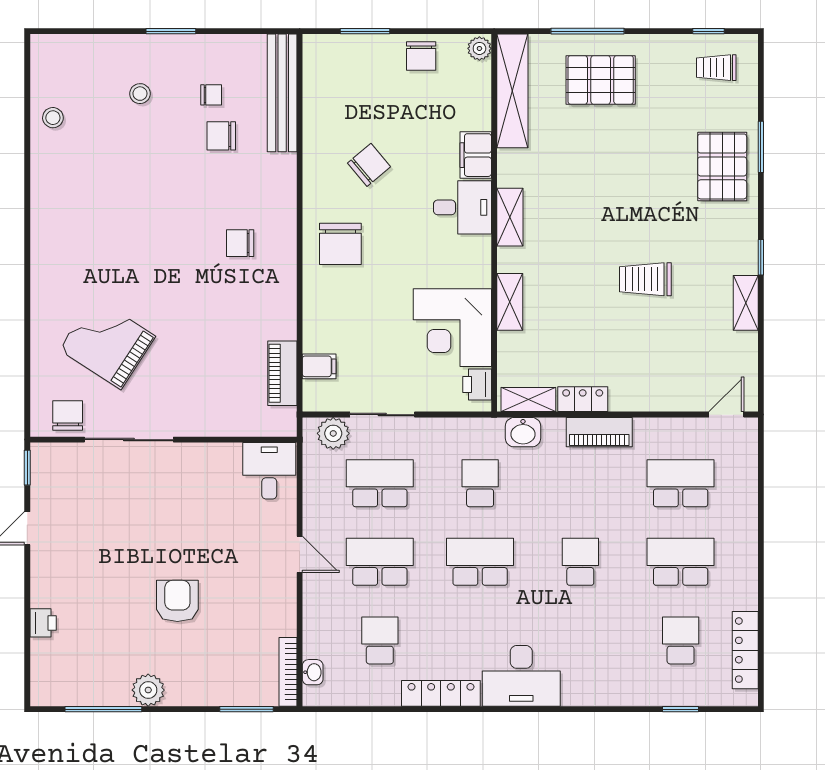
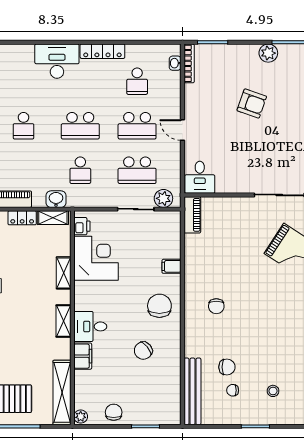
chair: (240, 243) -> (216, 306), turned 90
filing cabinet: (319, 366) -> (172, 266), moved
piano: (282, 373) -> (192, 215), moved
armchair: (177, 601) -> (252, 104), turned -71

